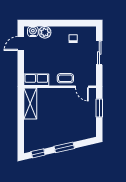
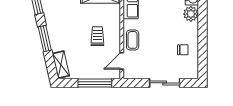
trolley: (62, 106) -> (97, 36), added
window: (99, 108) -> (95, 83), width x1.44
shelving: (85, 135) -> (61, 65), added

